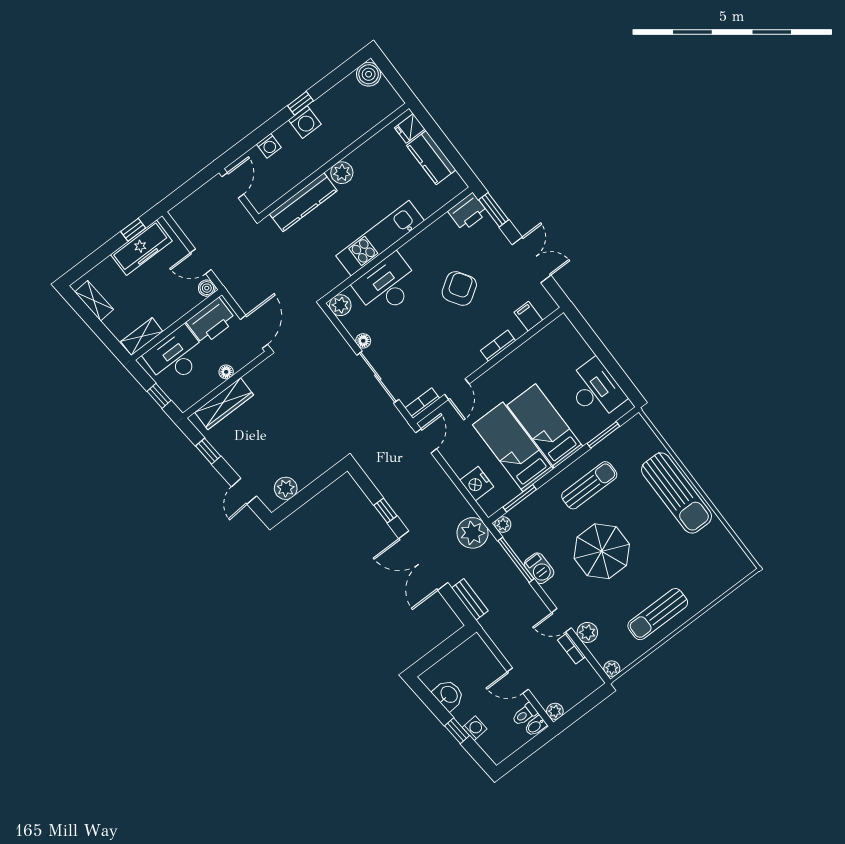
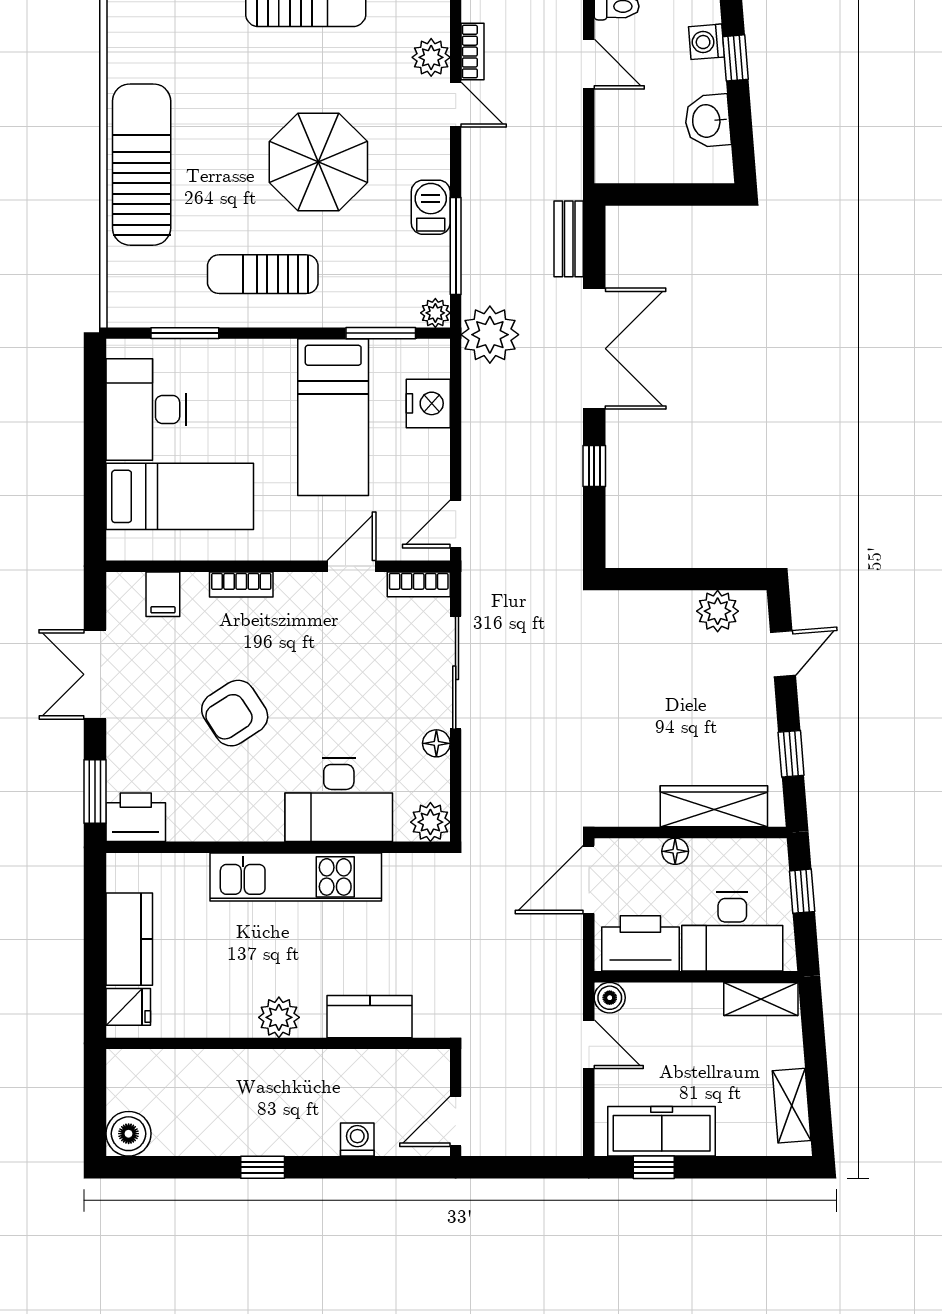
washing machine: (305, 122) -> (277, 1134), removed
kitchen counter: (303, 202) -> (370, 1017), width x0.67
bed: (545, 426) -> (180, 496), moved, turned -90

